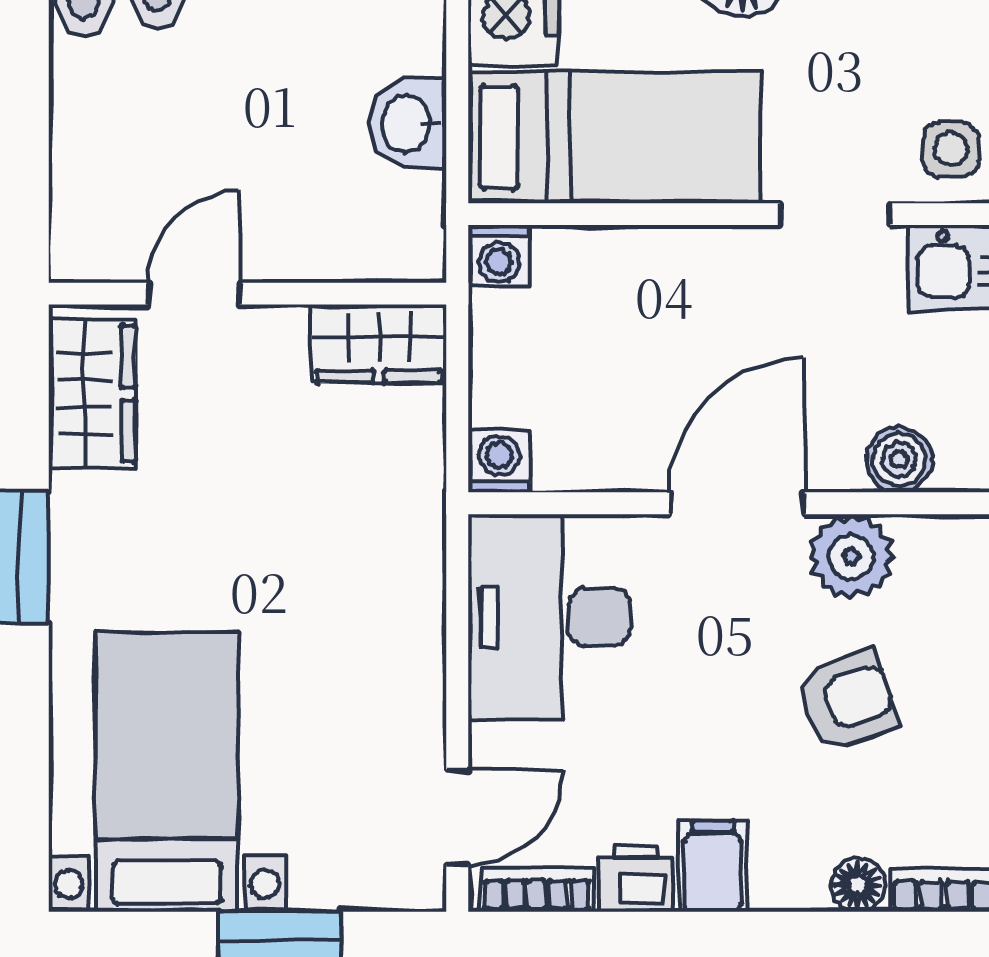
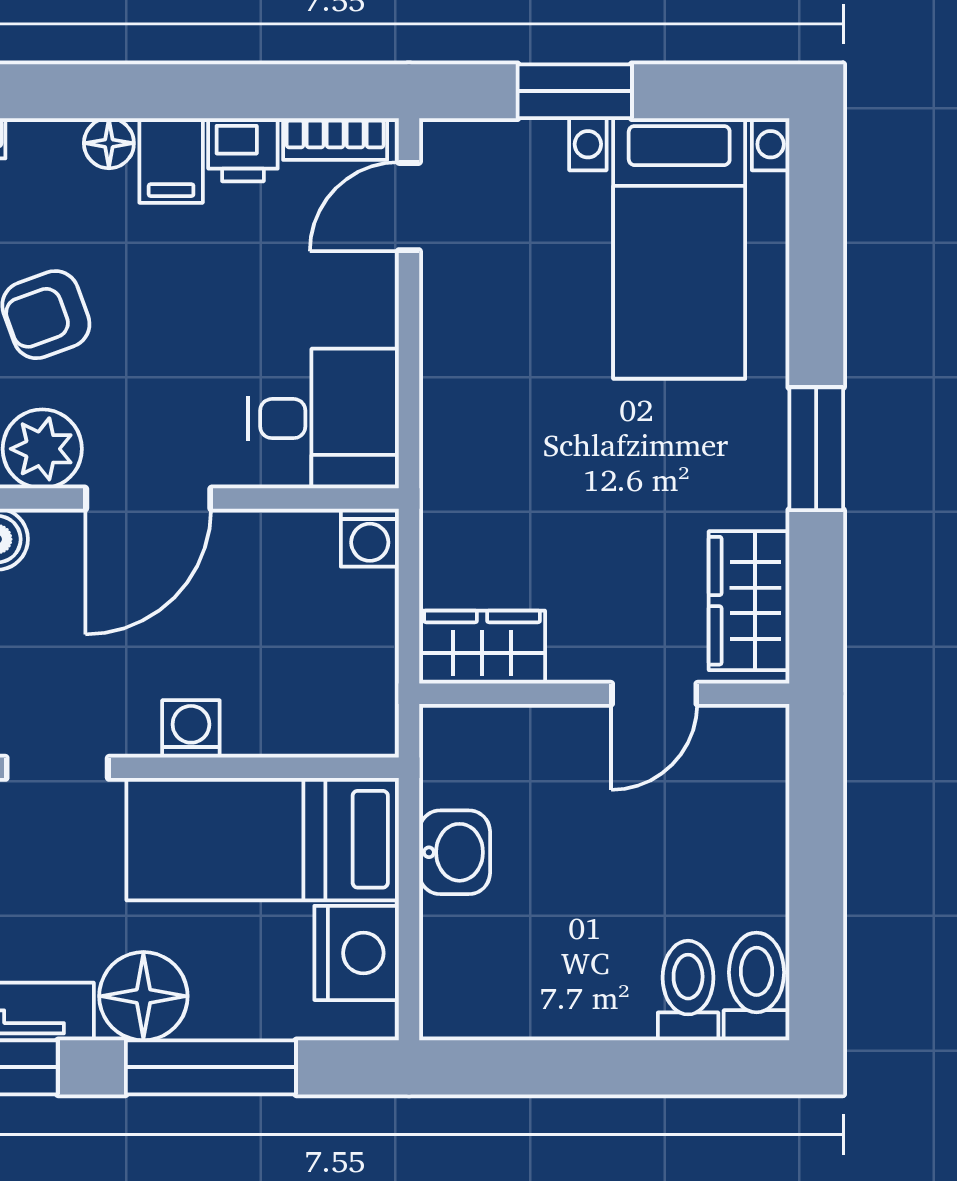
washing machine: (499, 256) -> (191, 729), moved
desk: (549, 617) -> (323, 419), width x0.73
floor lamp: (858, 885) -> (109, 143), moved

